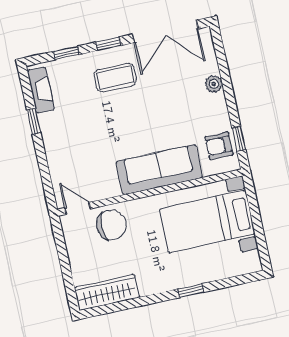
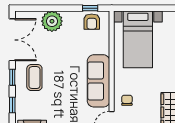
plant: (214, 84) -> (52, 21), width x1.87, depth x1.87
sofa: (159, 170) -> (99, 81), moved
chair: (112, 225) -> (127, 100), width x0.54, depth x0.54

